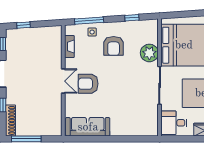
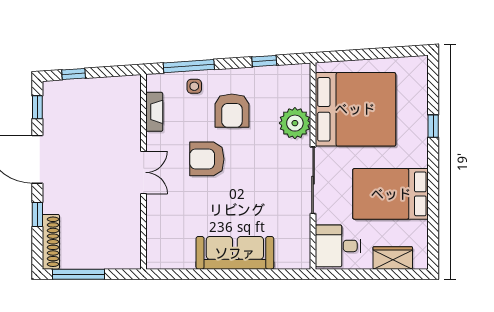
armchair: (88, 84) -> (207, 159), moved
sofa: (88, 127) -> (235, 253), moved

